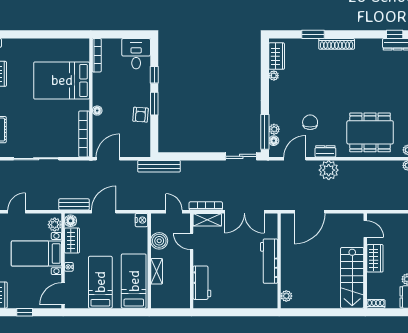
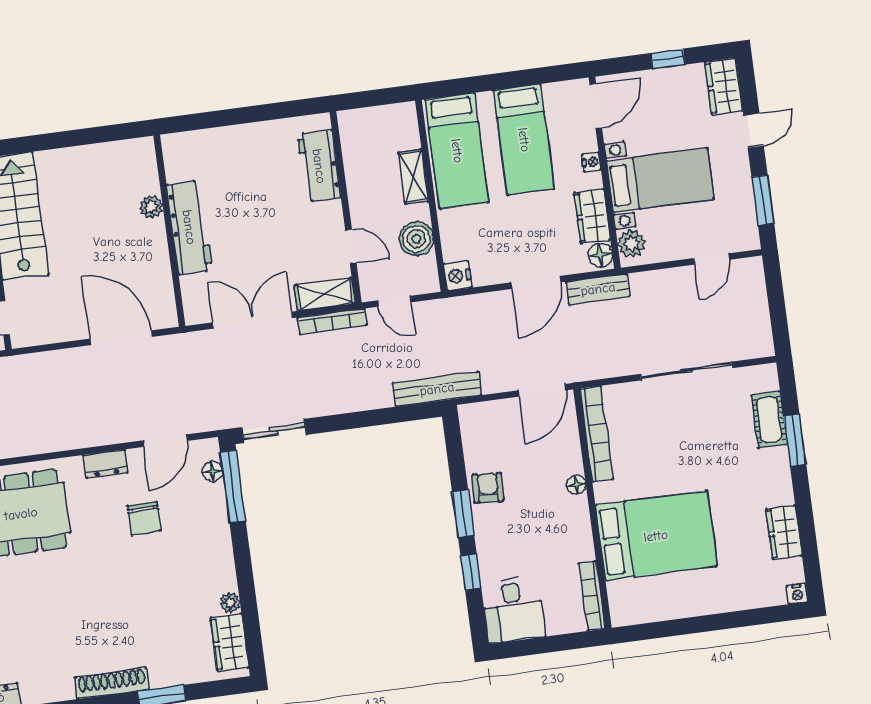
plant: (274, 129) -> (215, 495), removed
plant: (329, 170) -> (94, 427), removed
door: (310, 212) -> (121, 338), hinge flipped
plant: (286, 296) -> (151, 207), moved

